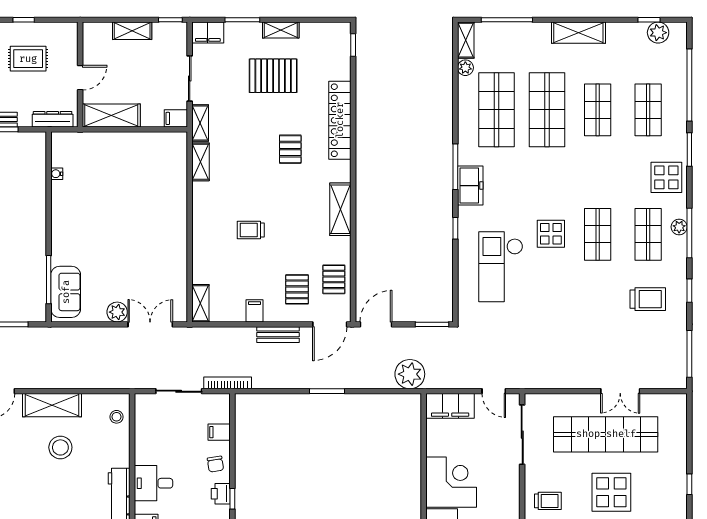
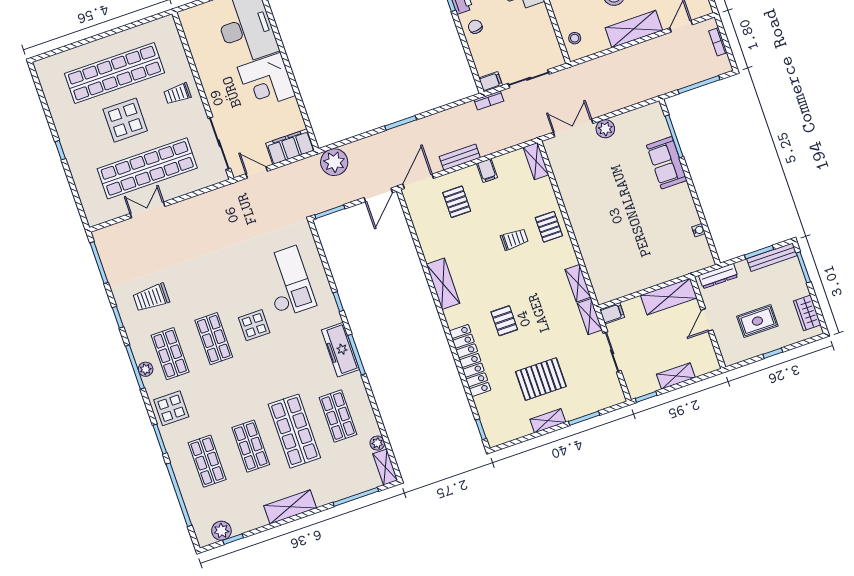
filing cabinet: (208, 33) -> (610, 397), removed
shop shelf: (496, 110) -> (338, 416), width x0.70, depth x0.74
freezer: (470, 186) -> (340, 350), width x1.40
pallet: (334, 279) -> (549, 227), moved
sofa: (66, 292) -> (667, 163), moved
double door: (150, 324) -> (573, 128), swing flipped
bookcase: (228, 383) -> (489, 100), width x0.64
filing cabinet: (219, 432) -> (491, 82), moved

